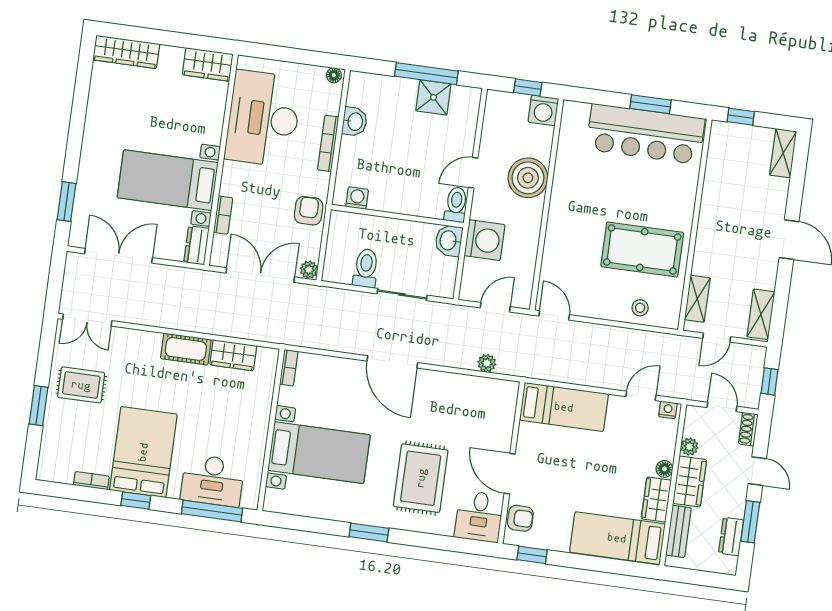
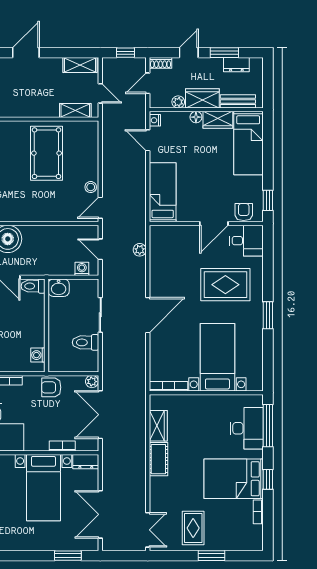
washing machine: (485, 240) -> (82, 269), moved, width x0.53, depth x0.53
stool: (640, 308) -> (91, 187), moved
bookcase: (289, 368) -> (168, 386), width x1.56

